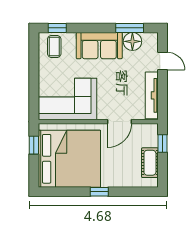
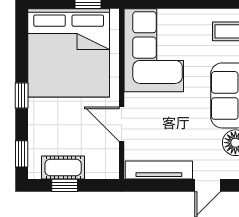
window: (162, 143) -> (65, 185), moved
window: (140, 192) -> (22, 154), added

